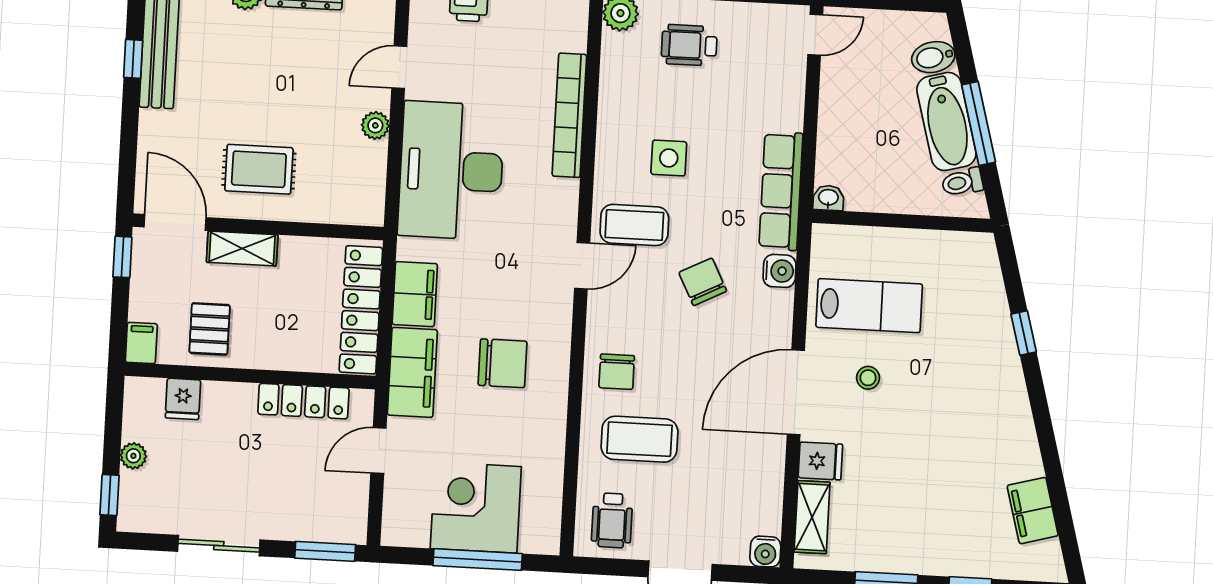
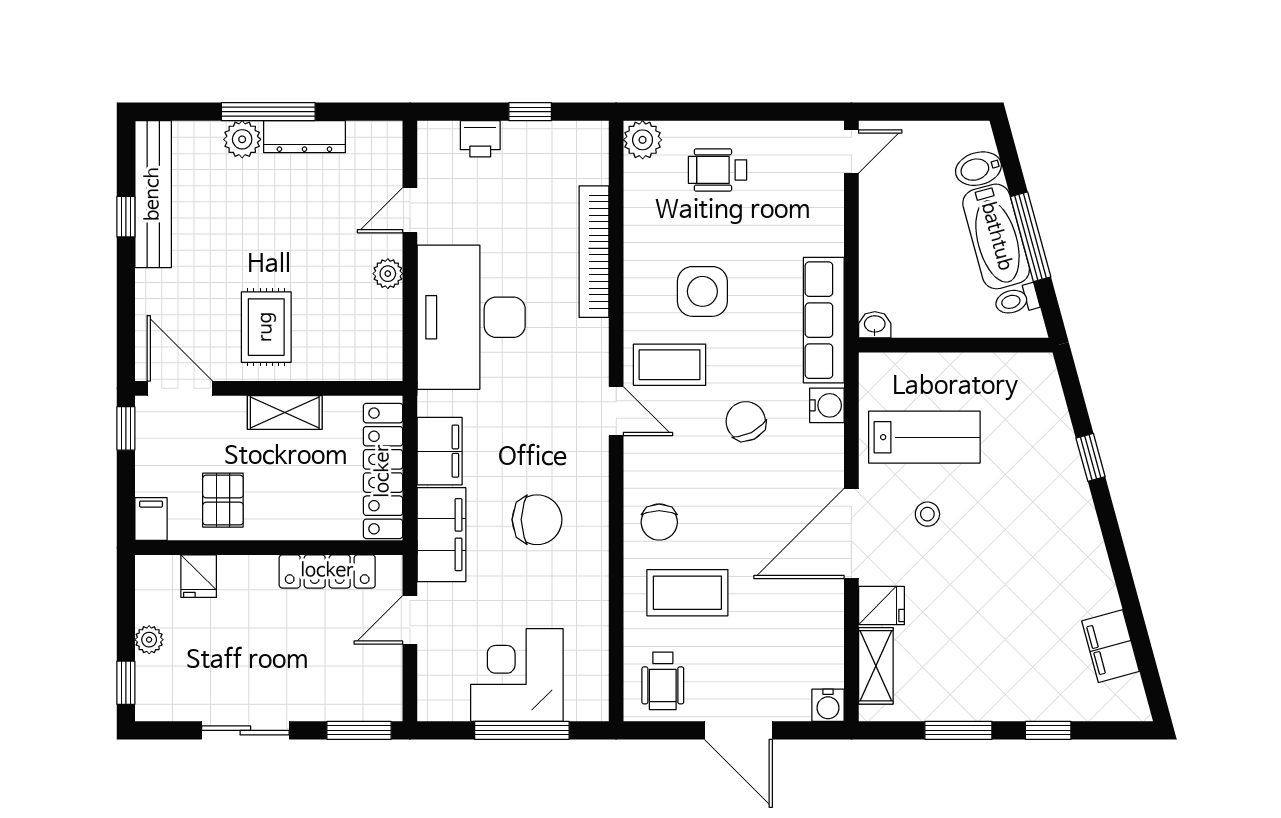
side table: (669, 158) -> (702, 291), width x1.37, depth x1.37
rug: (259, 169) -> (266, 327), turned 90
shelving: (242, 249) -> (285, 412), moved
door: (582, 266) -> (616, 411), hinge flipped

